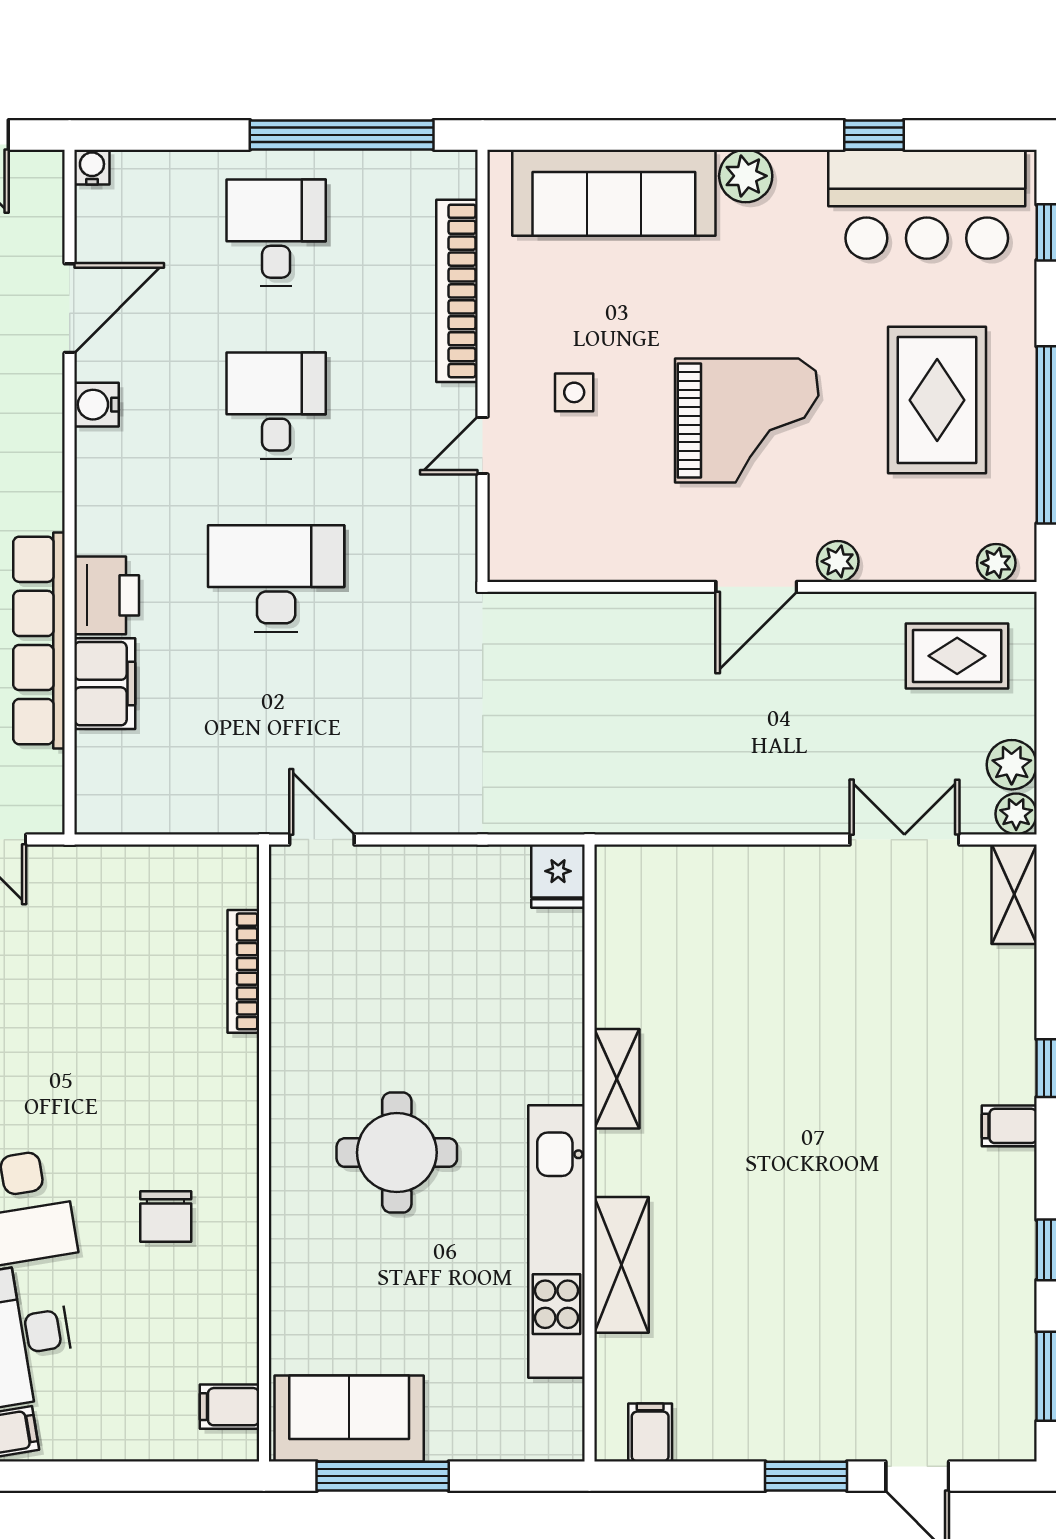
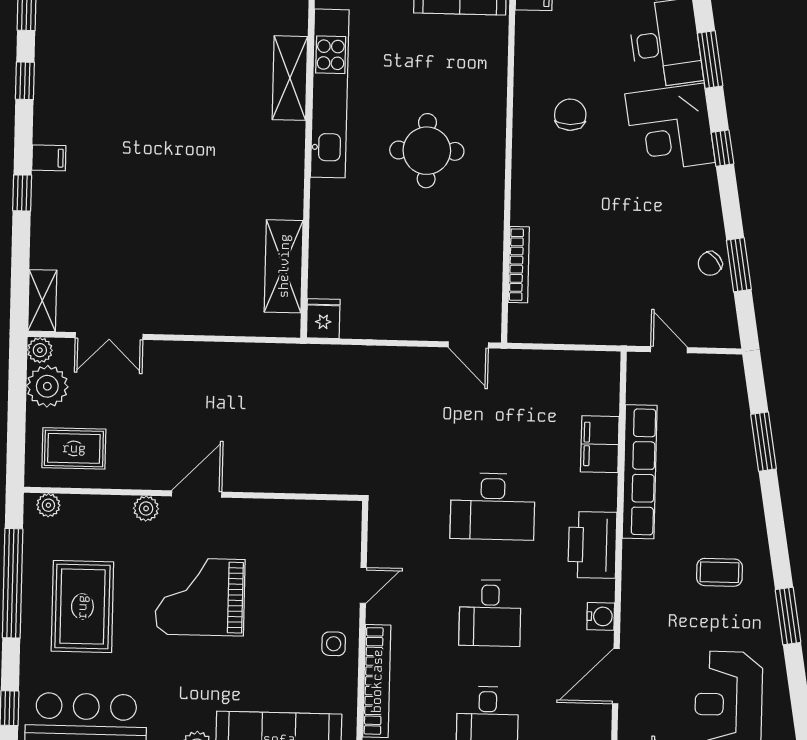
side table: (574, 392) -> (334, 644), moved
printer: (107, 595) -> (592, 545), moved, width x1.37, depth x1.19
plant: (1012, 765) -> (47, 386), width x1.36, depth x1.36
shelving: (617, 1079) -> (284, 266), moved, width x1.50, depth x1.33

